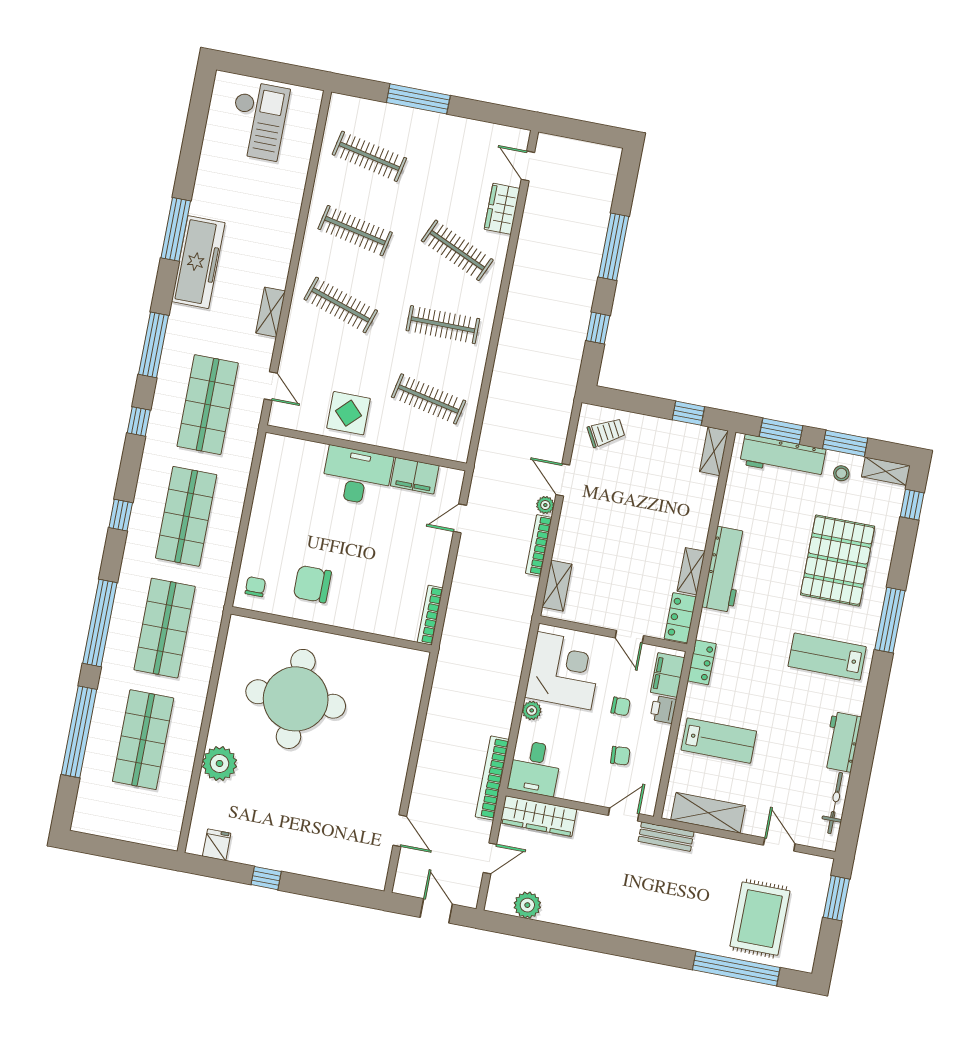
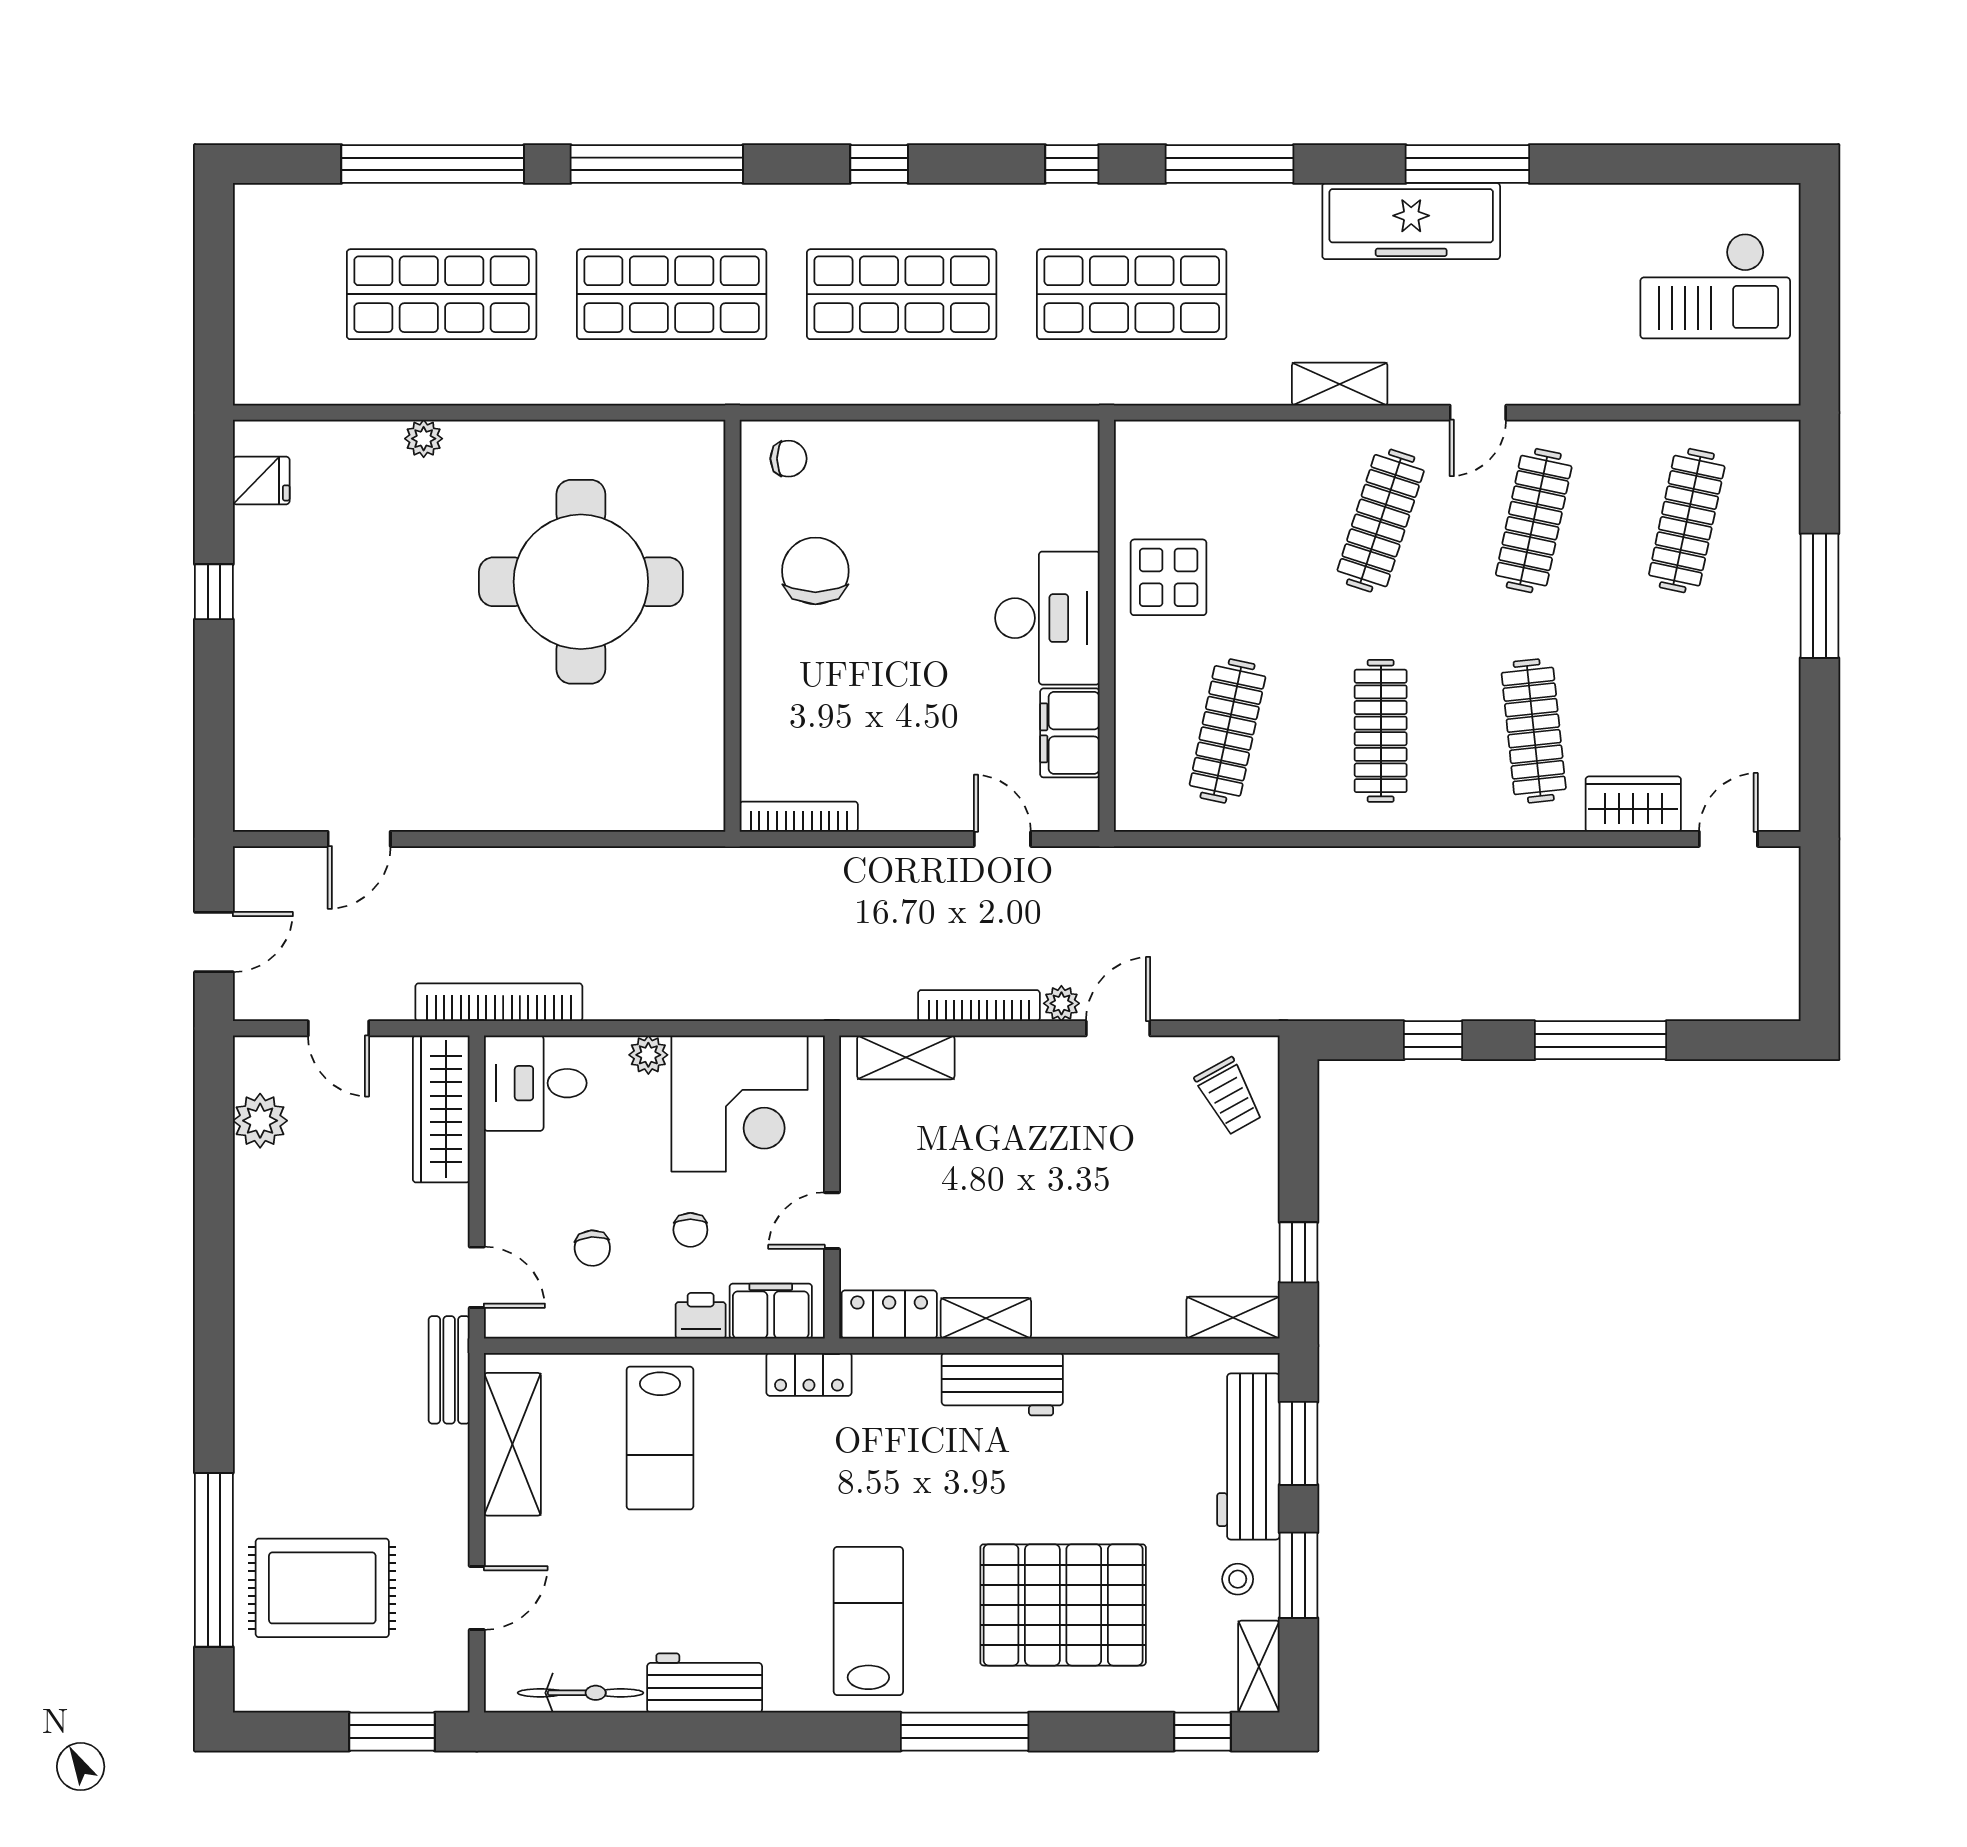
clothes rail: (457, 250) -> (1534, 731), turned -30
door: (271, 386) -> (1478, 413), moved
workbench: (725, 569) -> (1002, 1384), width x0.73
plant: (220, 763) -> (424, 439), width x0.53, depth x0.53

